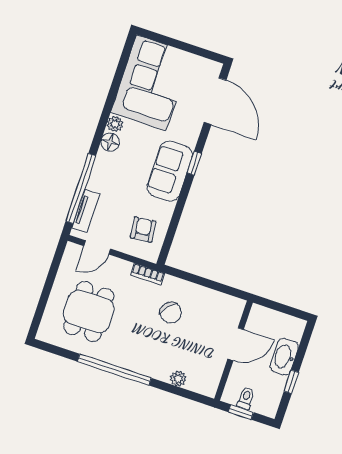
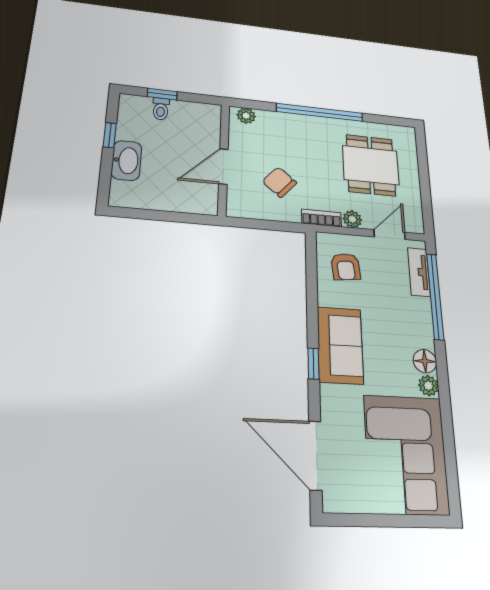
plant: (123, 267) -> (352, 219), added
door: (236, 344) -> (223, 166), moved
wall: (233, 351) -> (224, 159), moved

